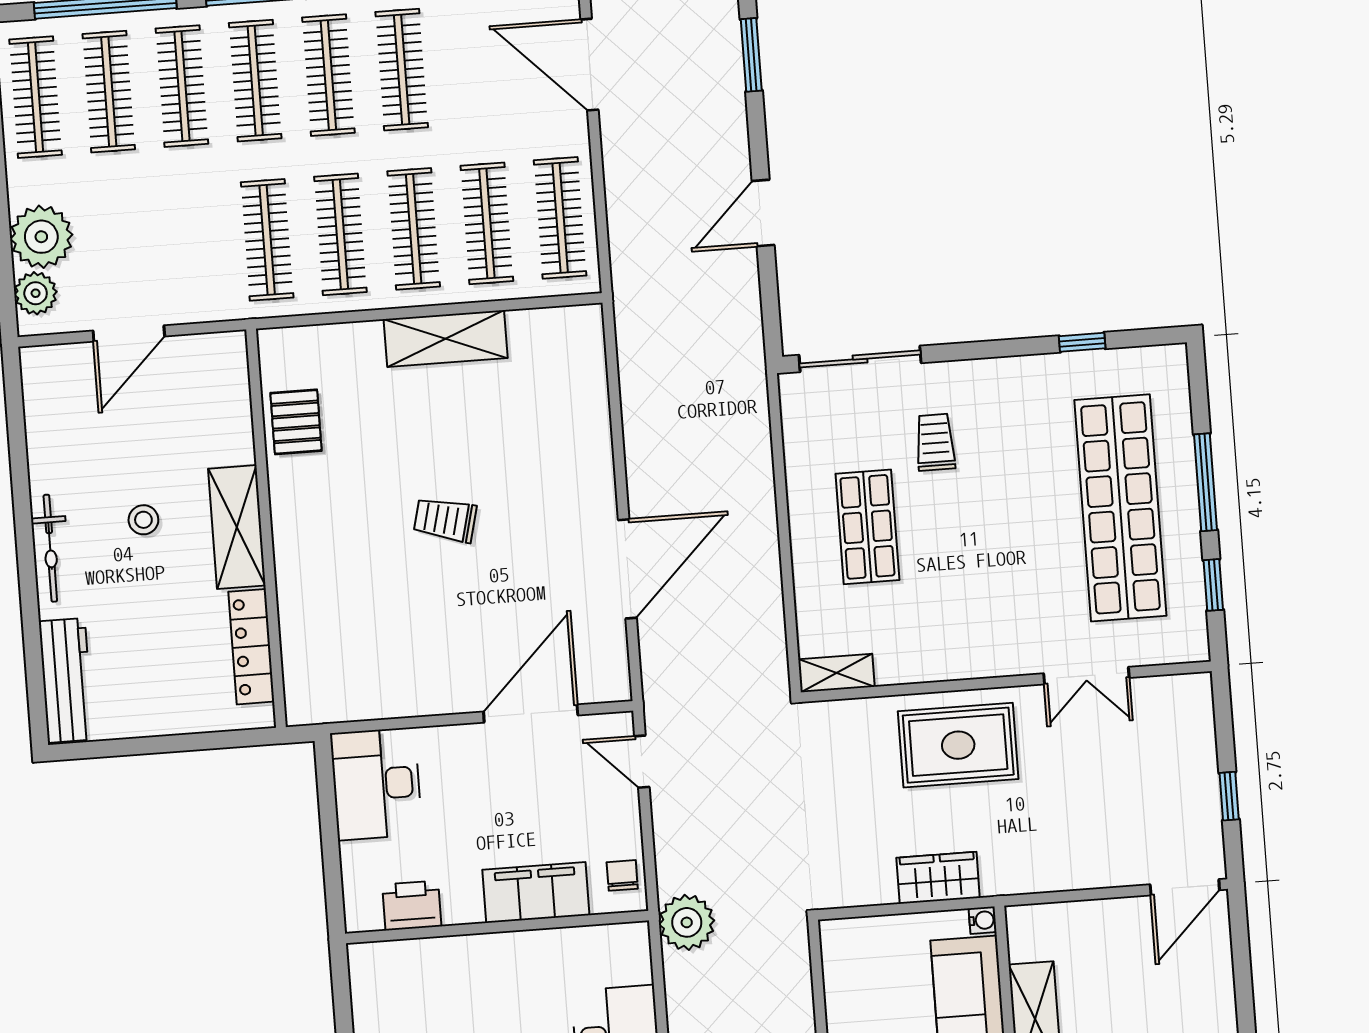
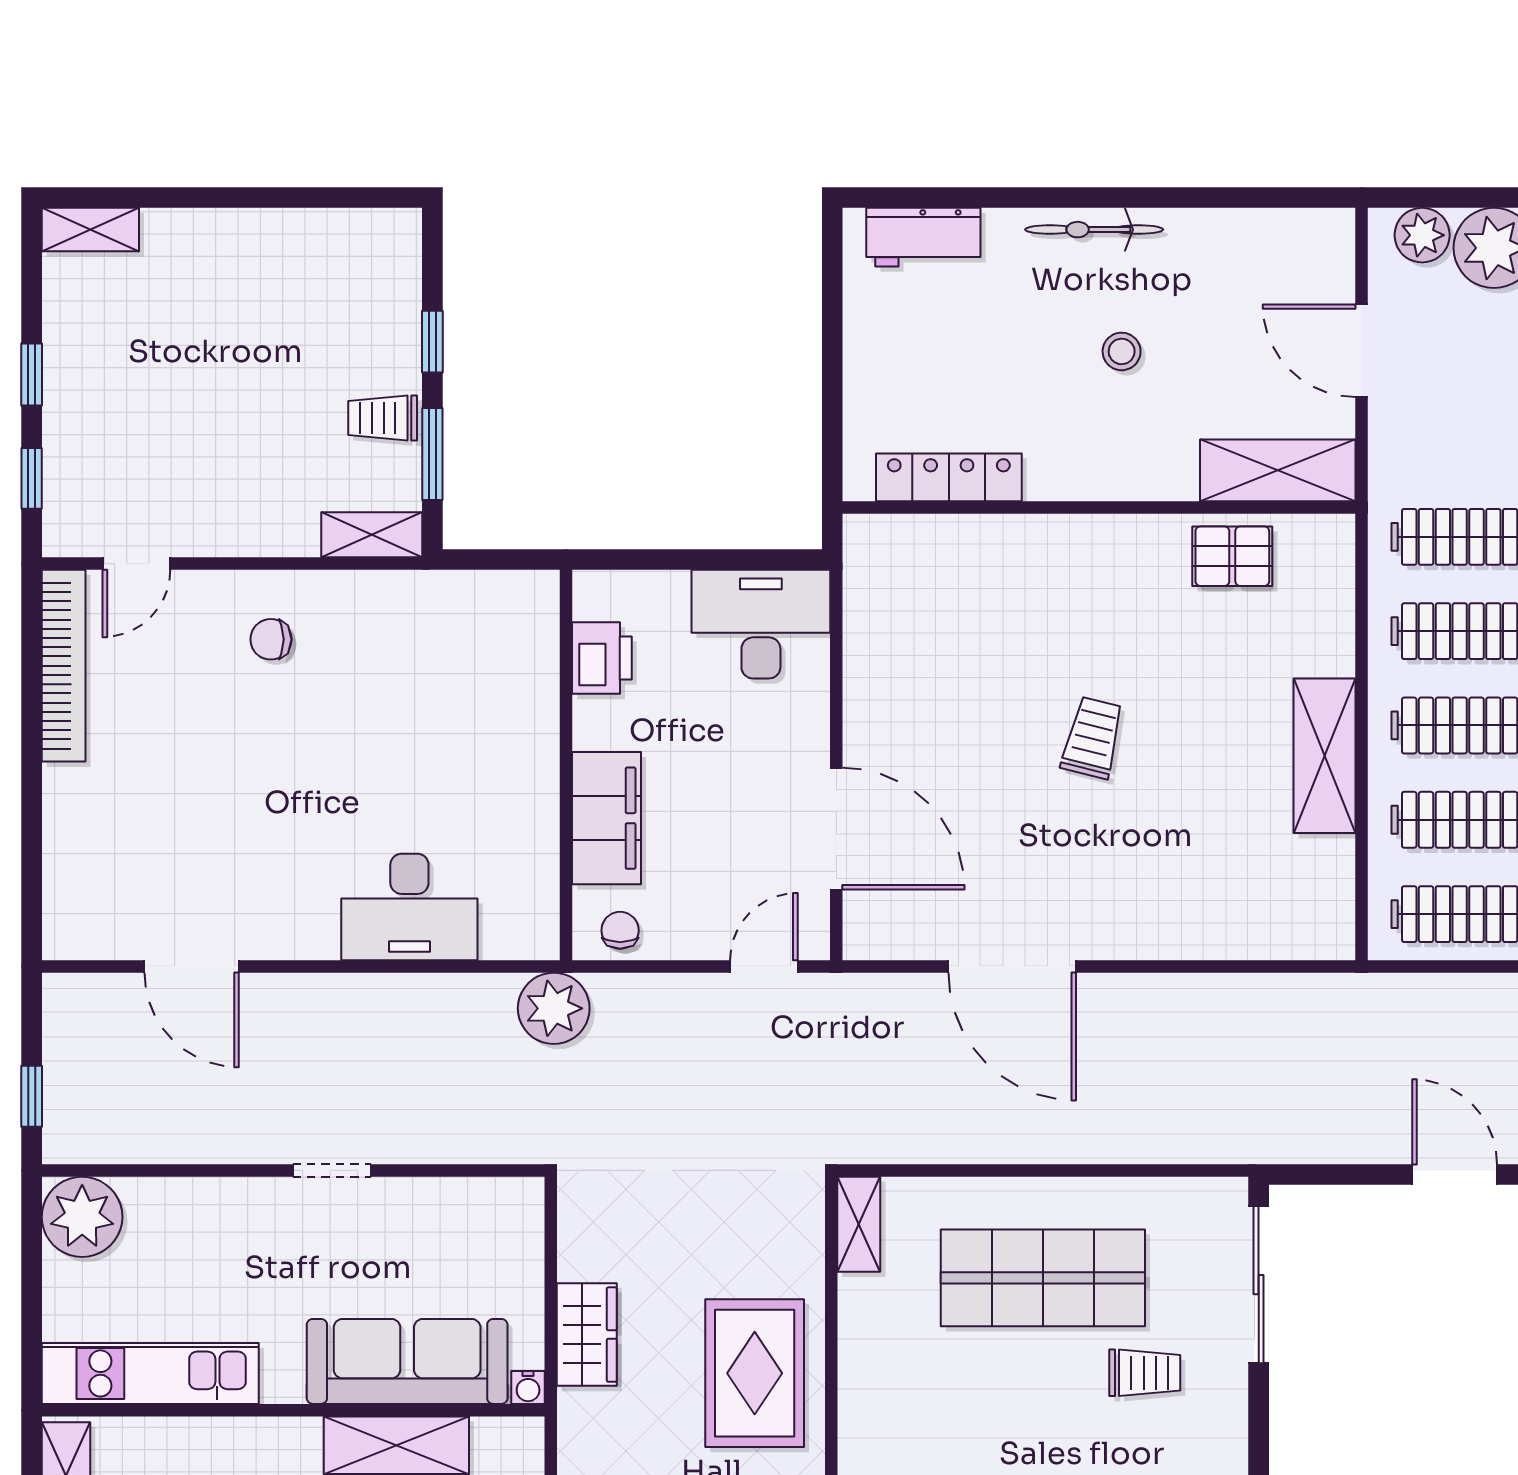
shelving: (237, 527) -> (1278, 470), moved
shop shelf: (867, 527) -> (1043, 1278), width x1.43, depth x1.36
workbench: (66, 680) -> (923, 237), width x0.73
chair: (622, 875) -> (620, 930), turned -90

